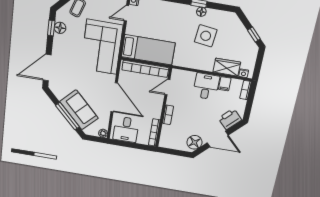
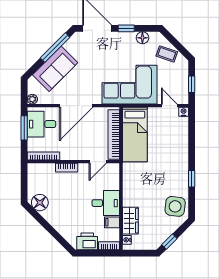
floor lamp: (201, 12) -> (184, 183), removed
window: (51, 28) -> (126, 28), moved
side table: (206, 36) -> (175, 206), moved
door: (167, 87) -> (98, 162), swing flipped
window: (68, 116) -> (55, 48), moved
printer: (230, 119) -> (87, 241), moved, turned -45
door: (218, 139) -> (48, 227), removed
window: (127, 144) -> (24, 128), added

